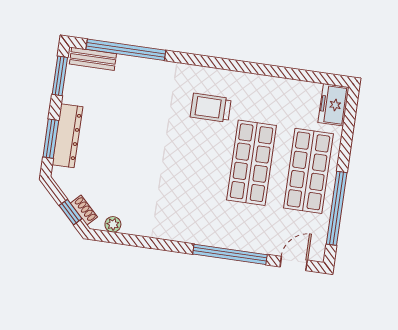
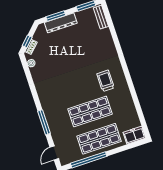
window: (126, 50) -> (112, 30), removed
window: (230, 254) -> (44, 122), width x0.68
door: (294, 264) -> (54, 153), swing flipped

